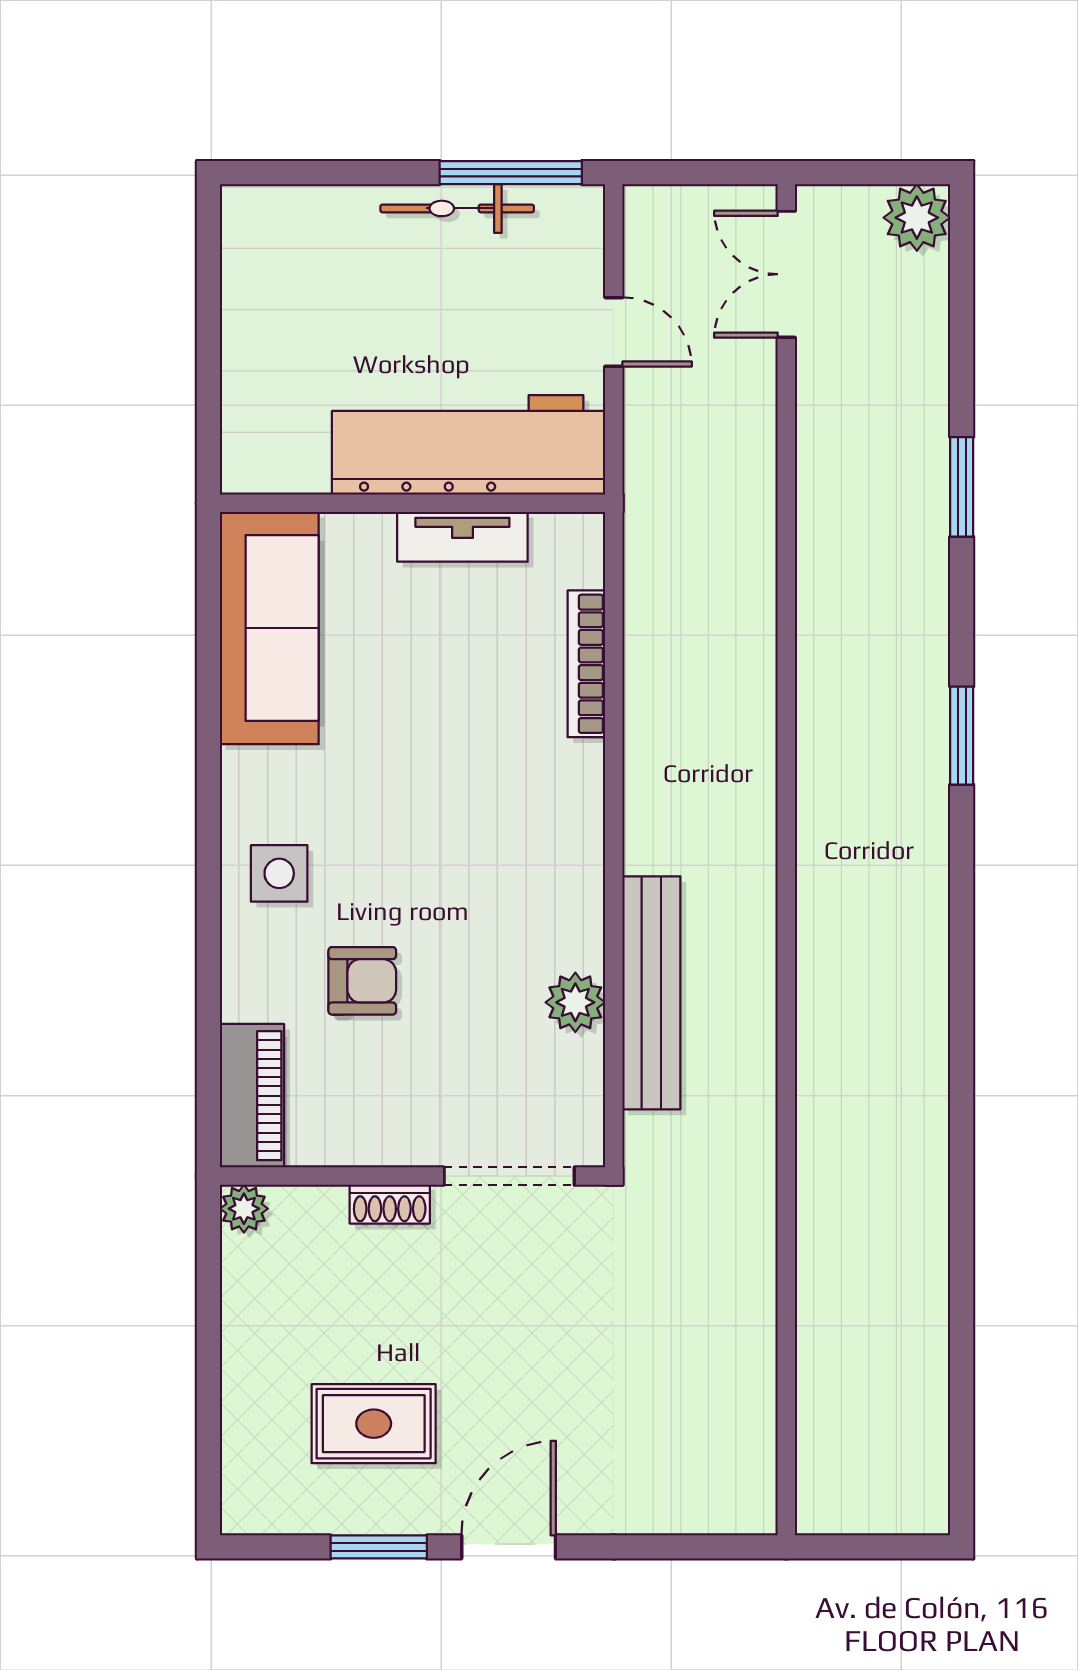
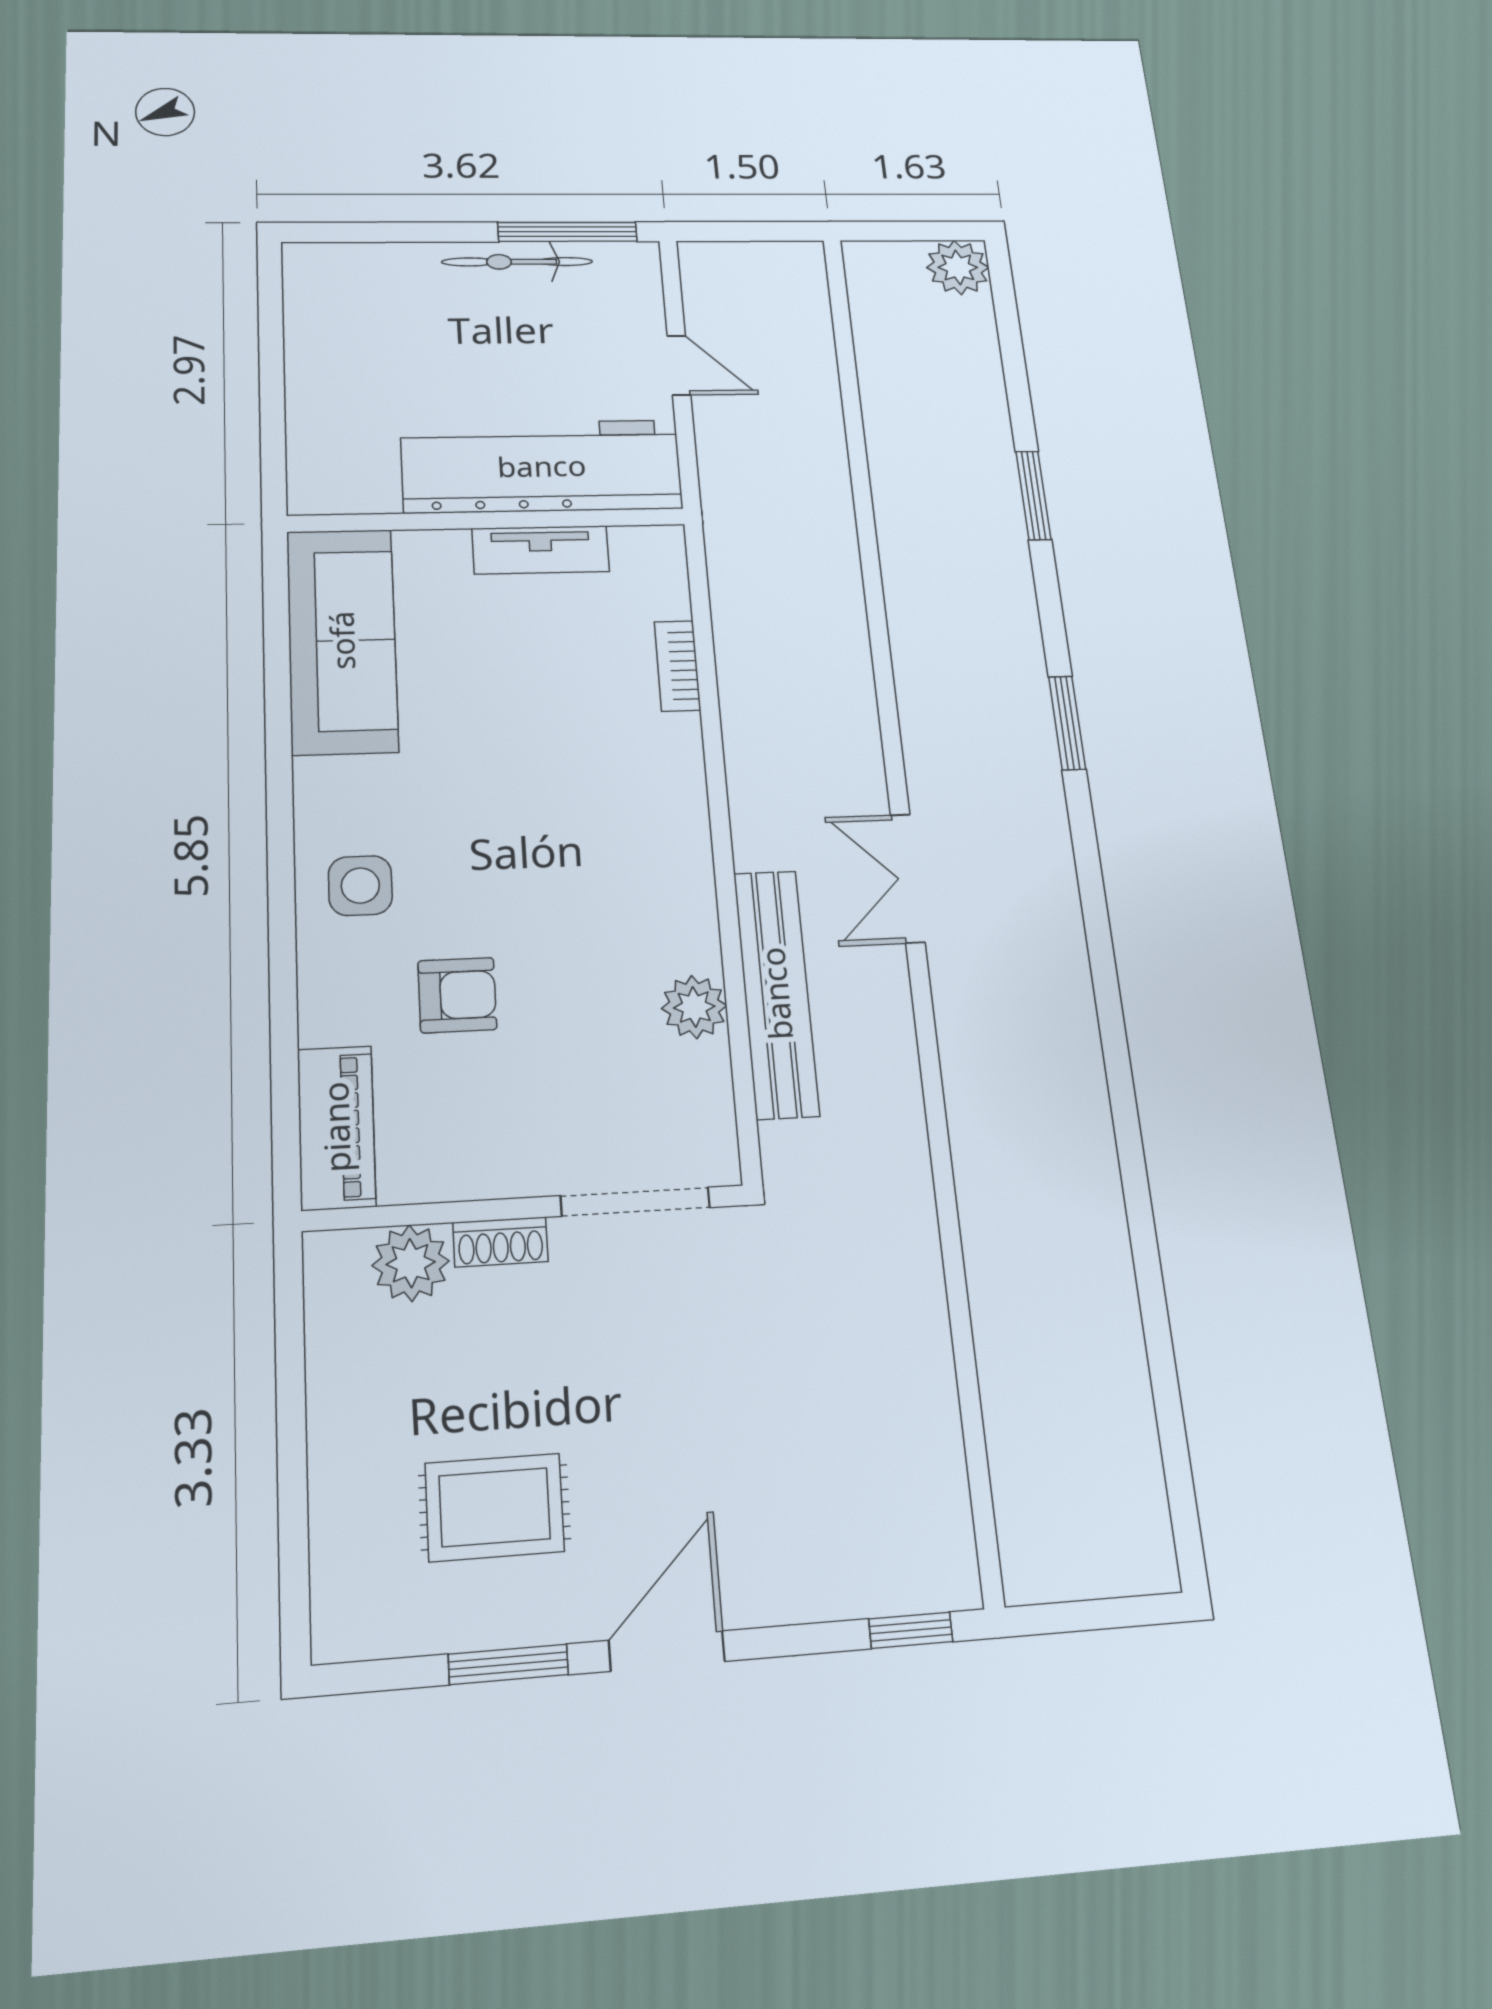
double door: (786, 274) -> (908, 878), moved
bookcase: (586, 664) -> (677, 666), width x0.64
plant: (244, 1209) -> (411, 1263), moved, width x1.38, depth x1.38
window: (713, 1547) -> (911, 1630), added

